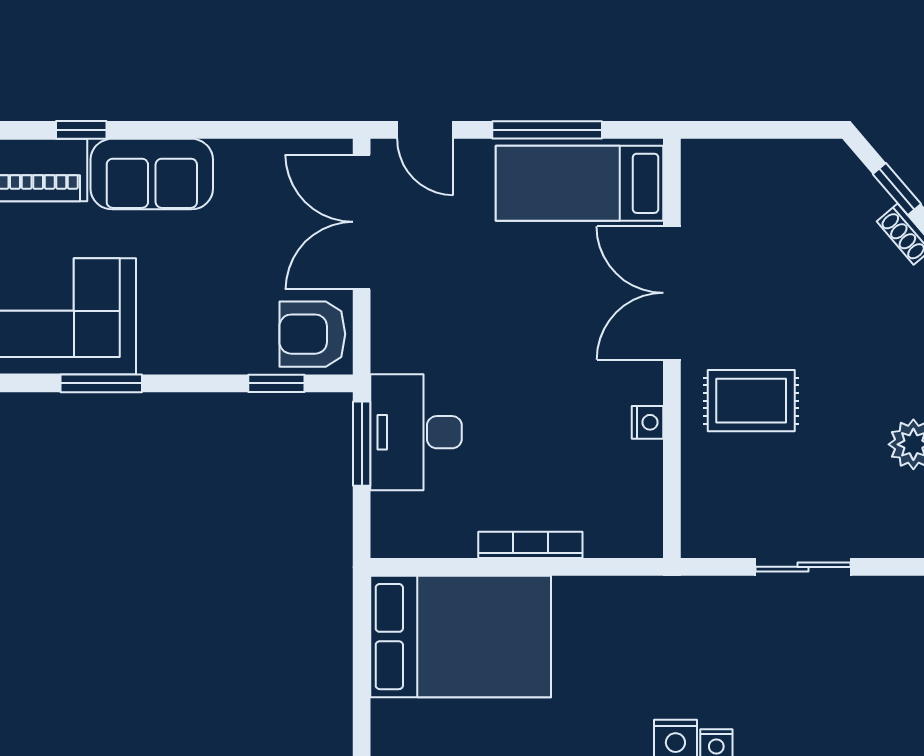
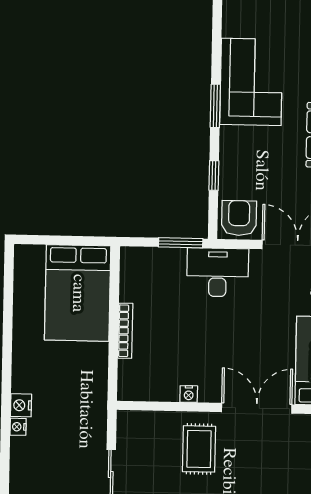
window: (276, 383) -> (214, 175), moved
desk: (416, 432) -> (218, 272), moved

